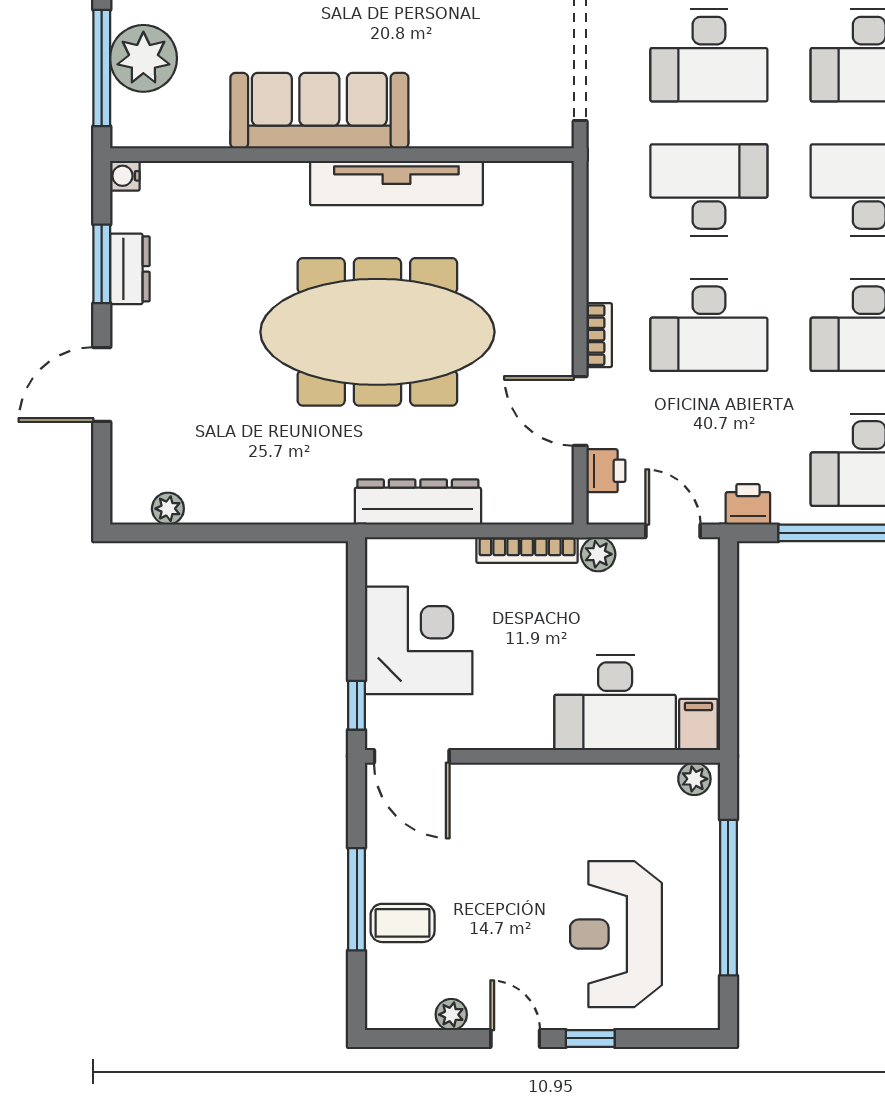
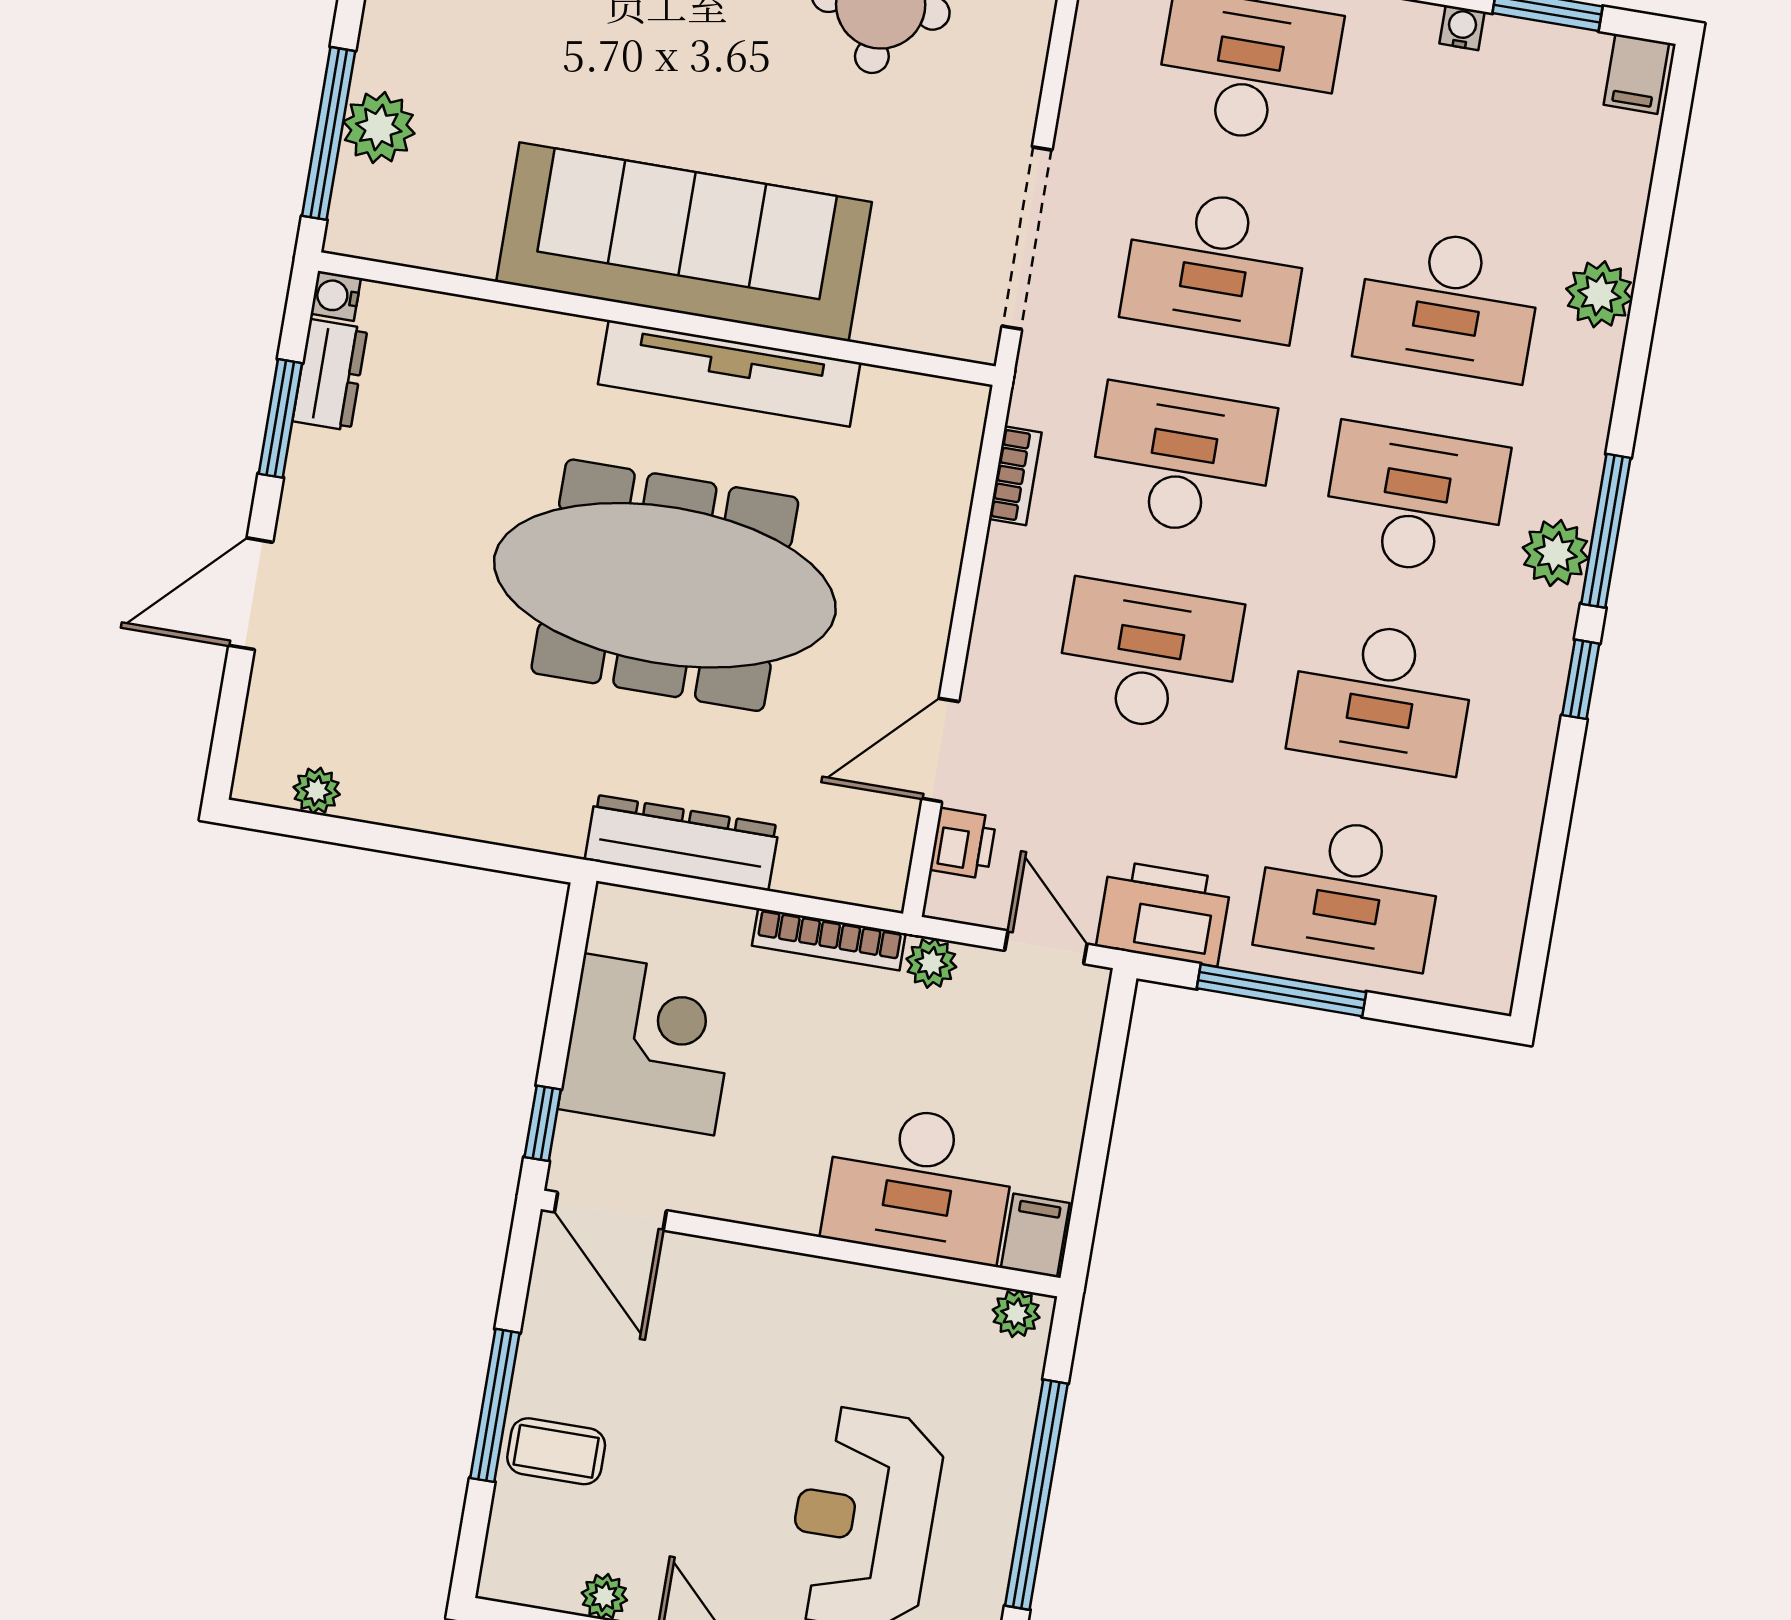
plant: (143, 58) -> (379, 127), width x0.73, depth x0.73
sofa: (319, 111) -> (684, 242), width x1.36, depth x1.27
dresser: (130, 269) -> (330, 375), moved
desk: (709, 325) -> (1149, 657), turned 180
bookcase: (599, 335) -> (1015, 476), moved
door: (580, 411) -> (940, 750), hinge flipped
printer: (748, 504) -> (1164, 913), width x1.87, depth x1.48

